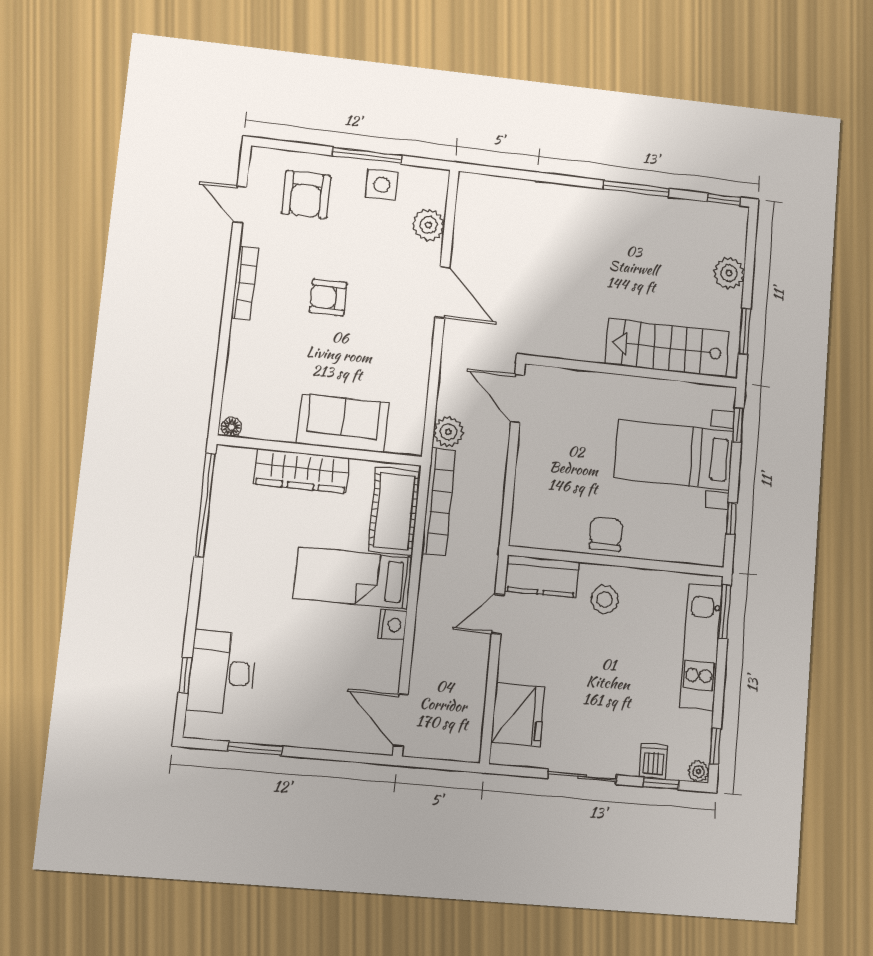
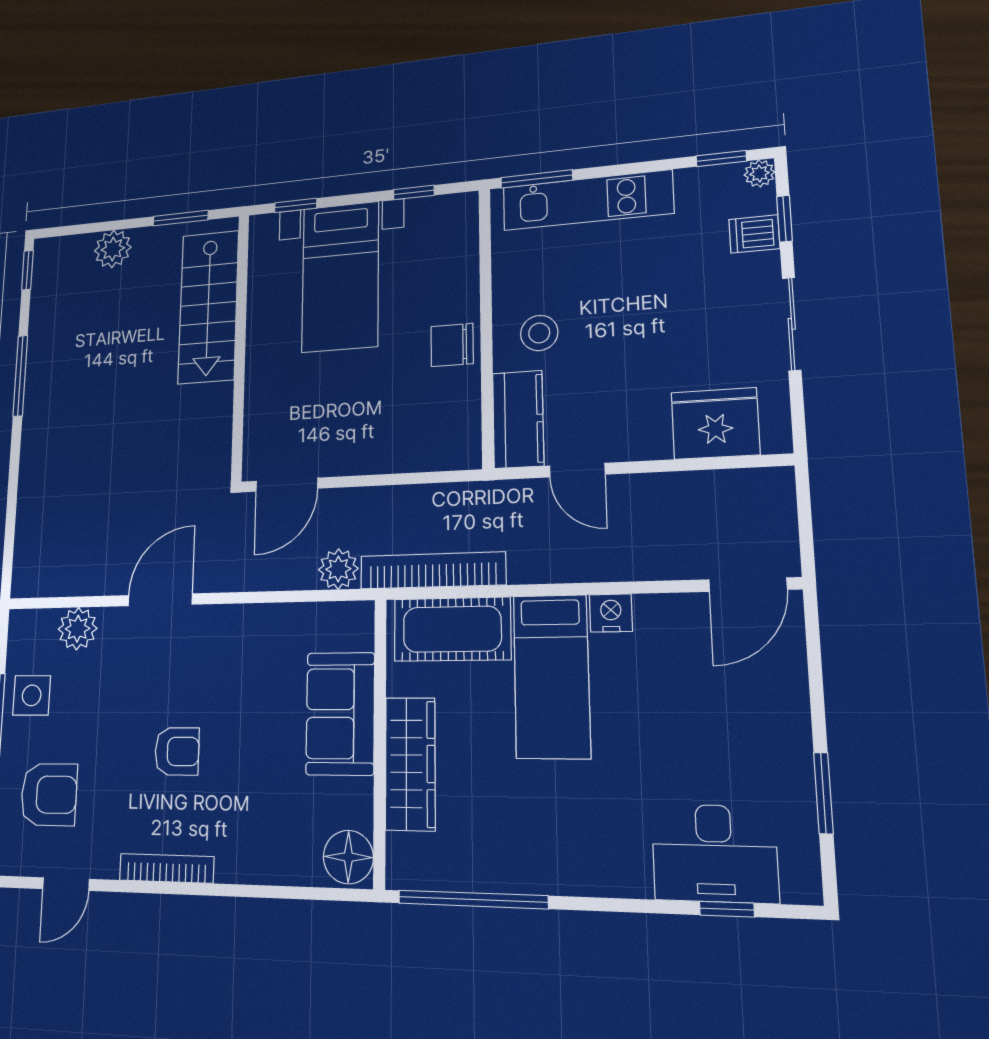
armchair: (328, 297) -> (177, 751), turned -90
floor lamp: (231, 427) -> (348, 857), width x1.89, depth x1.89

